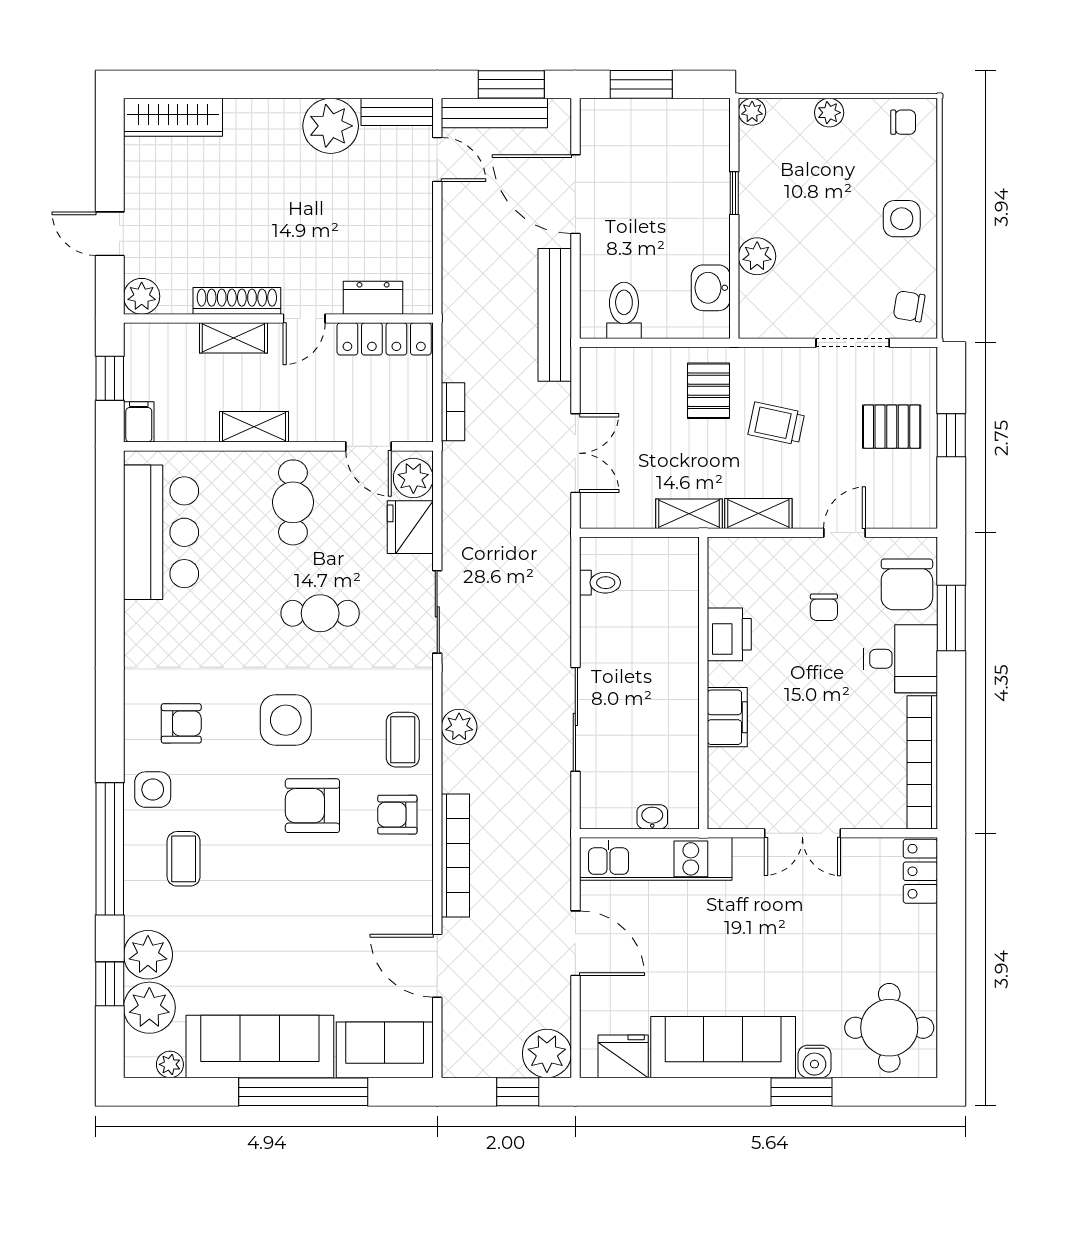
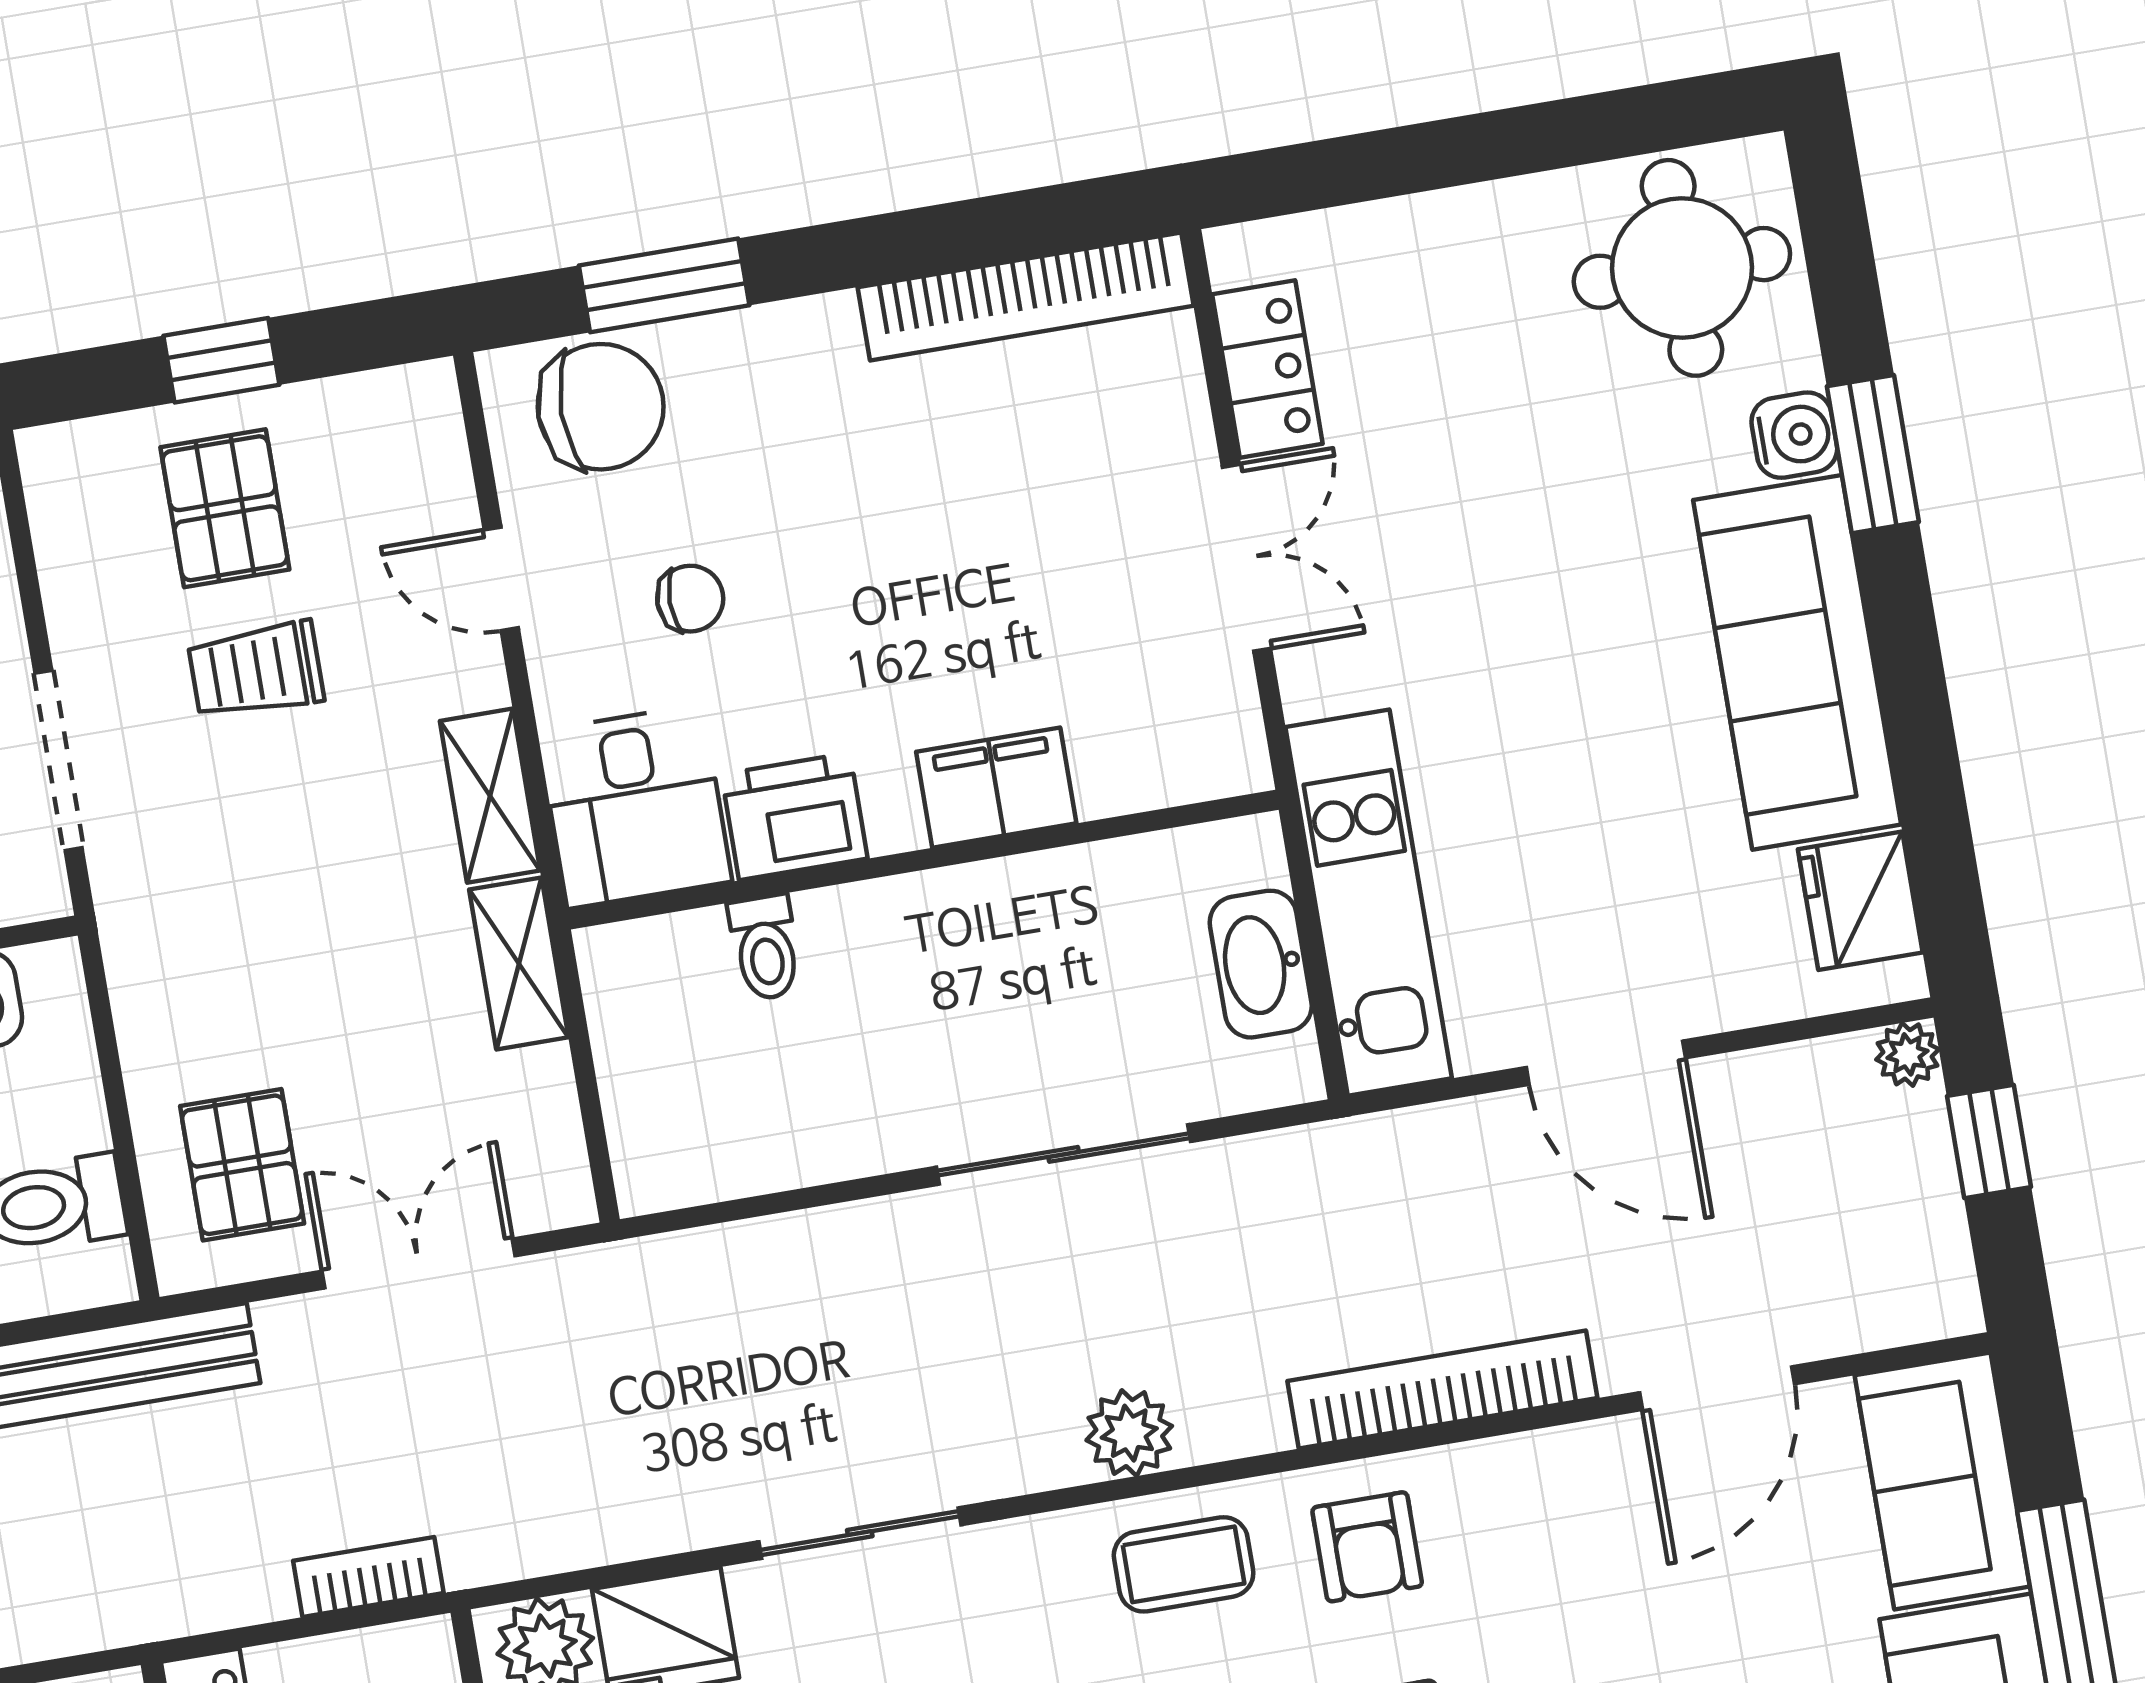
doorway: (853, 343) -> (58, 761), moved
pallet: (709, 391) -> (242, 1165), moved, turned 90
trolley: (776, 424) -> (256, 670), moved, turned 78
toilet: (600, 583) -> (765, 948), moved, turned 180
desk: (901, 659) -> (635, 807), moved, turned 180
washbasin: (652, 817) -> (1261, 964), width x1.91, depth x1.45
locker: (920, 871) -> (1267, 369), moved, turned -90
door: (575, 943) -> (1606, 1063), swing flipped
plant: (547, 1053) -> (1908, 1054), width x0.53, depth x0.53

